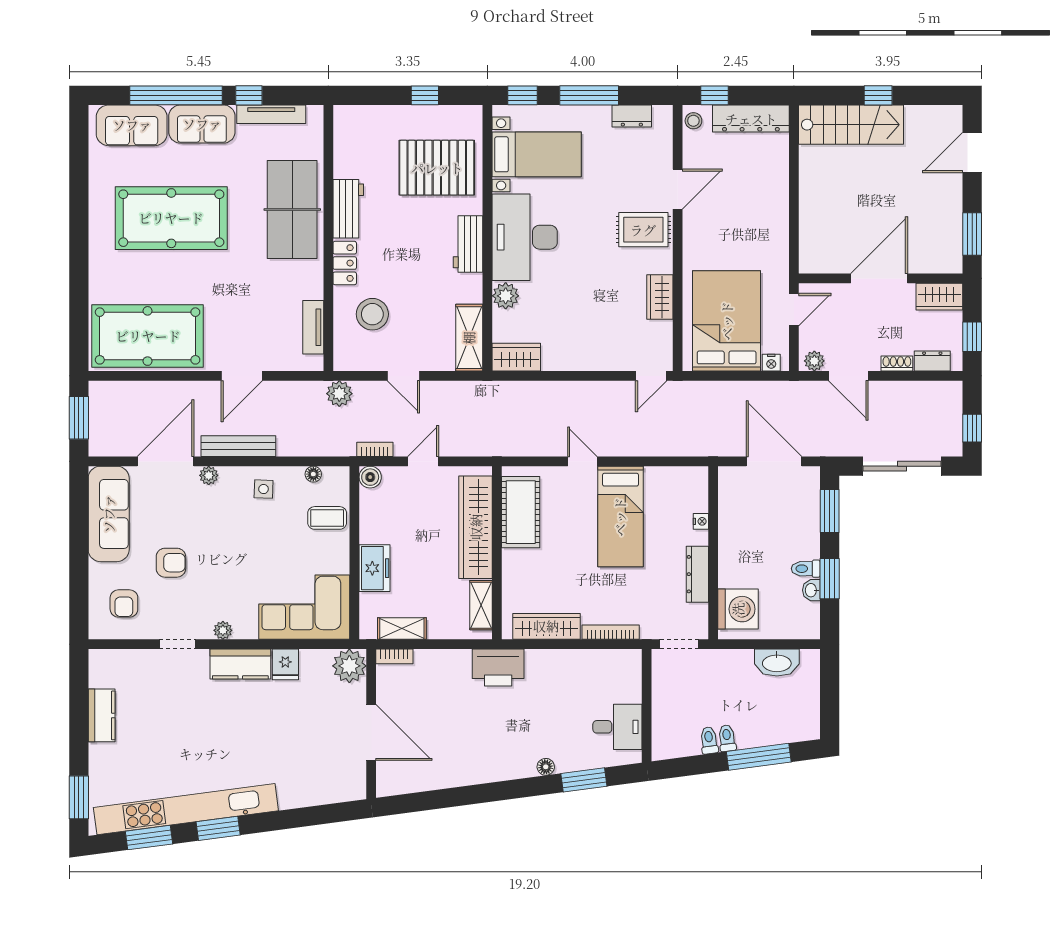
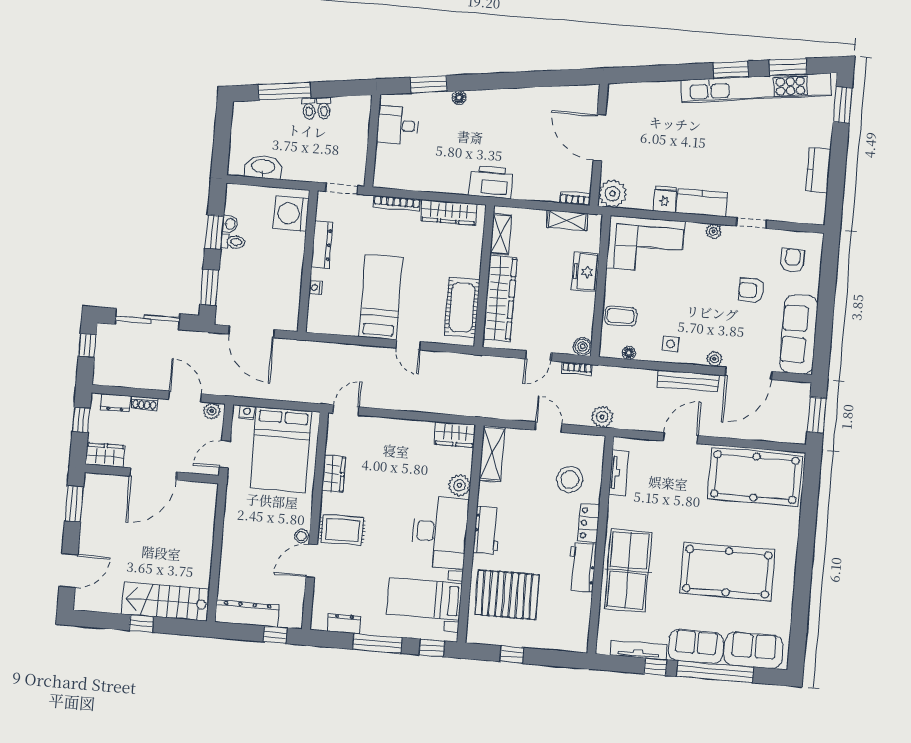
stool: (693, 121) -> (301, 536), moved

